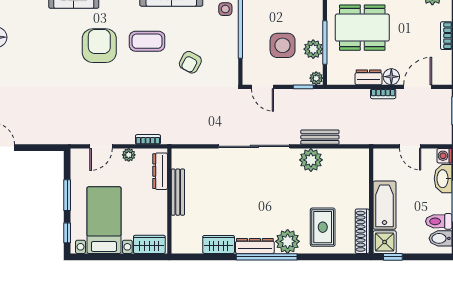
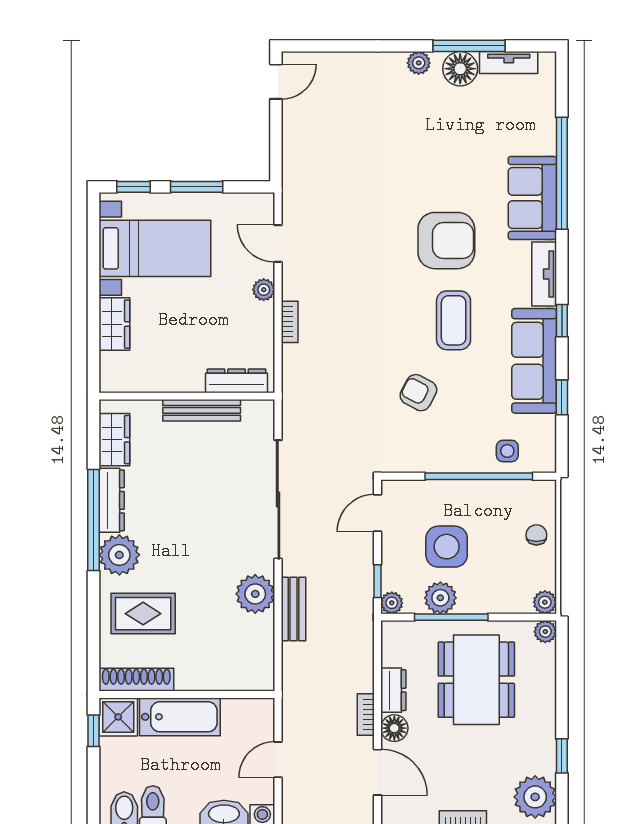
dresser: (160, 171) -> (237, 381), moved
bench: (178, 192) -> (202, 410), moved
wall: (169, 201) -> (187, 396), moved

